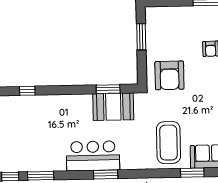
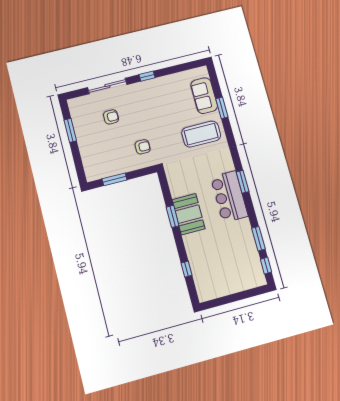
armchair: (169, 75) -> (143, 147), width x0.53, depth x0.53
window: (108, 89) -> (173, 216), moved
booth: (113, 107) -> (189, 214), moved

